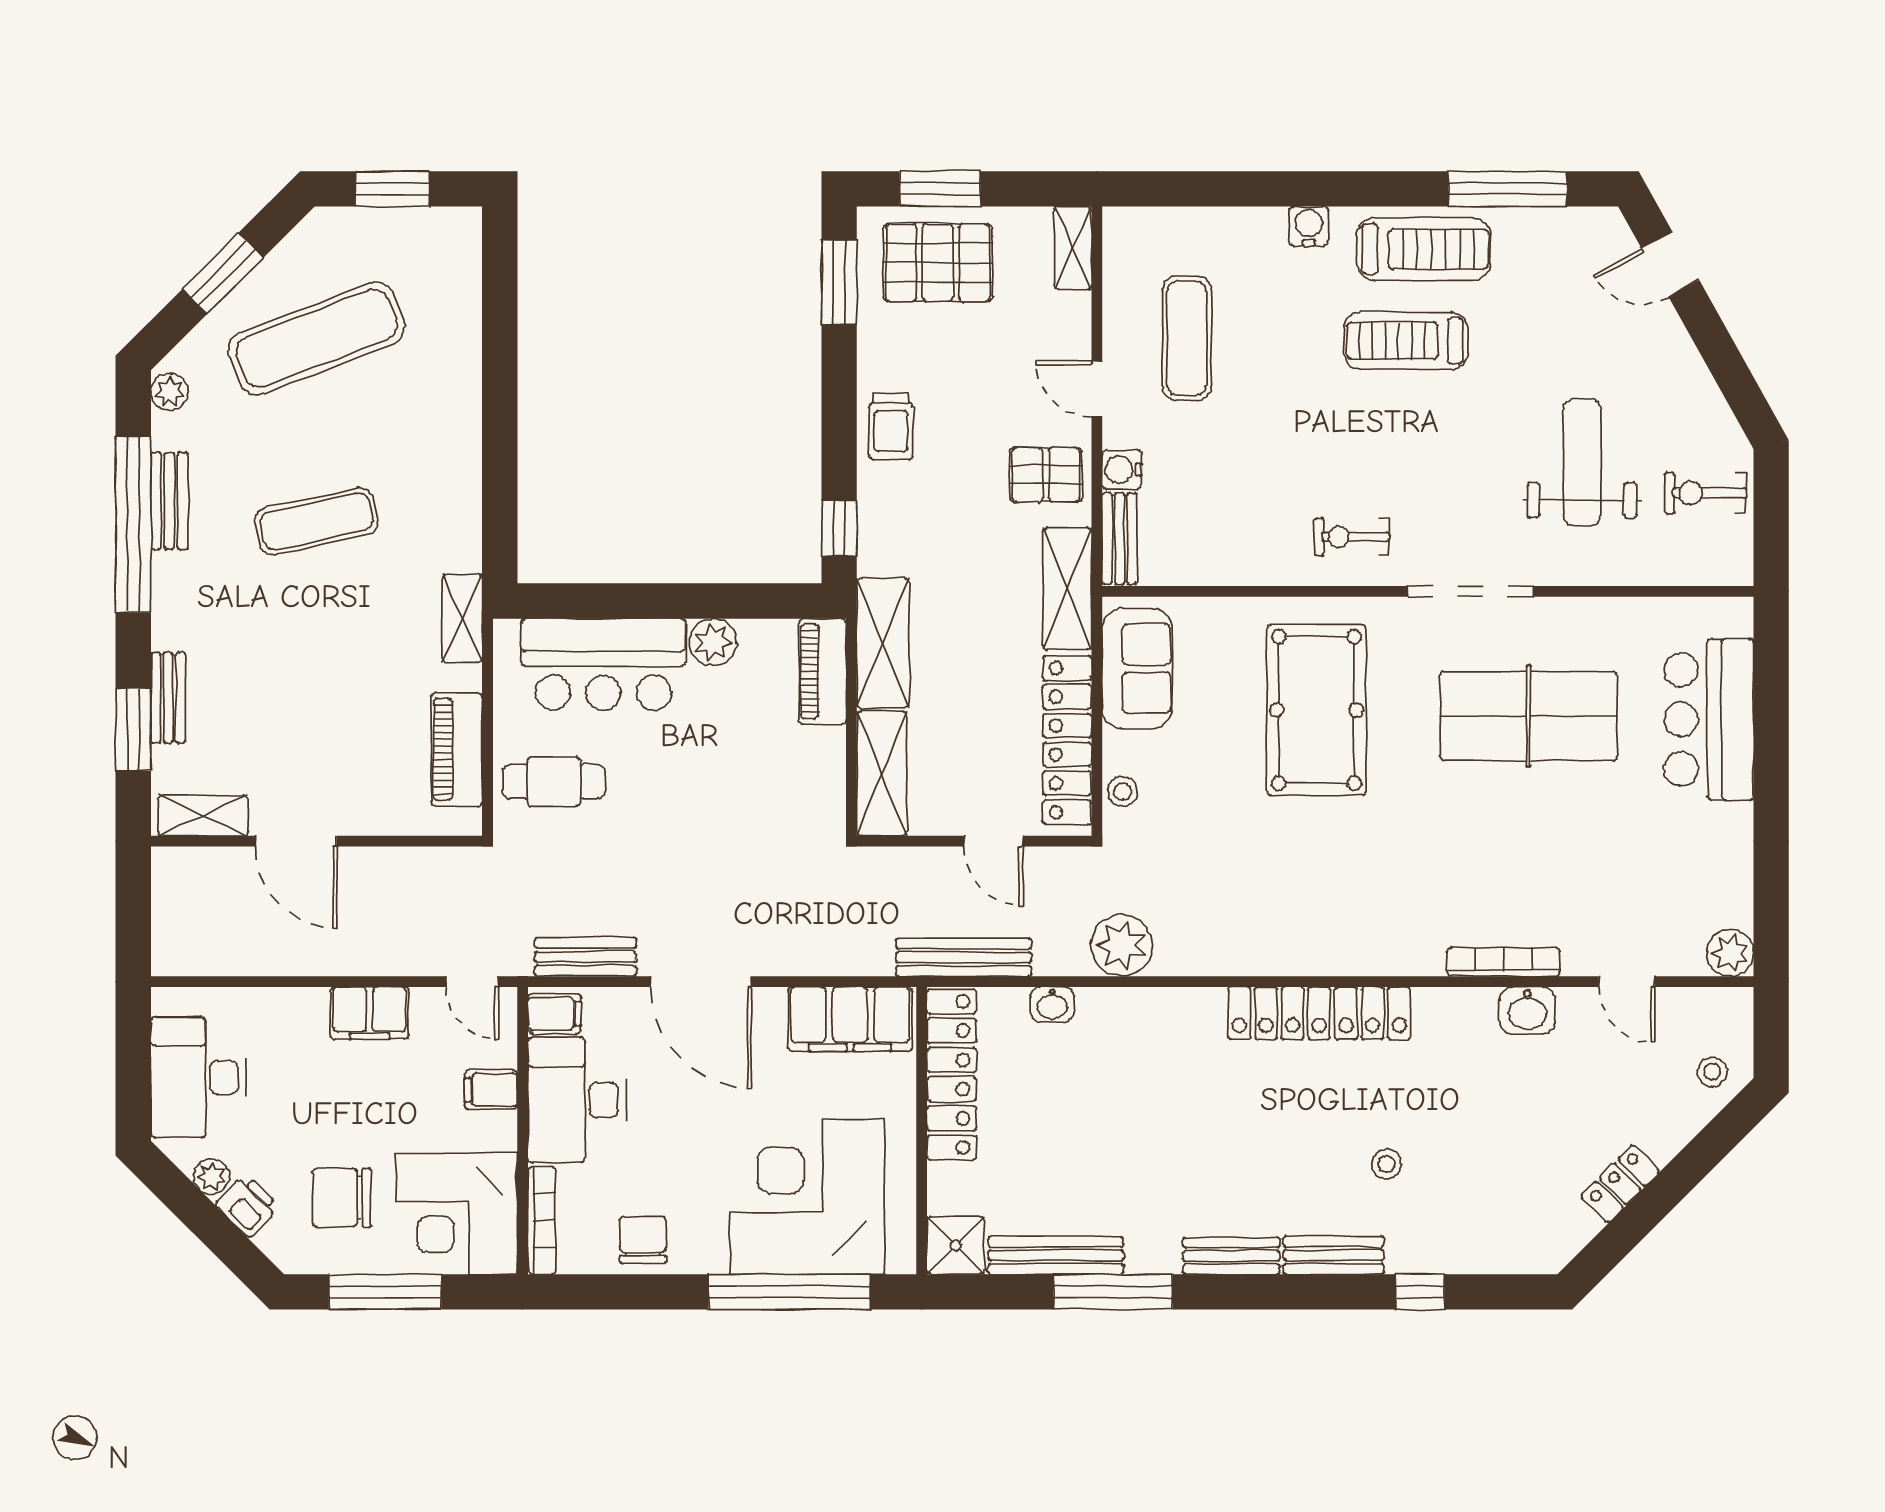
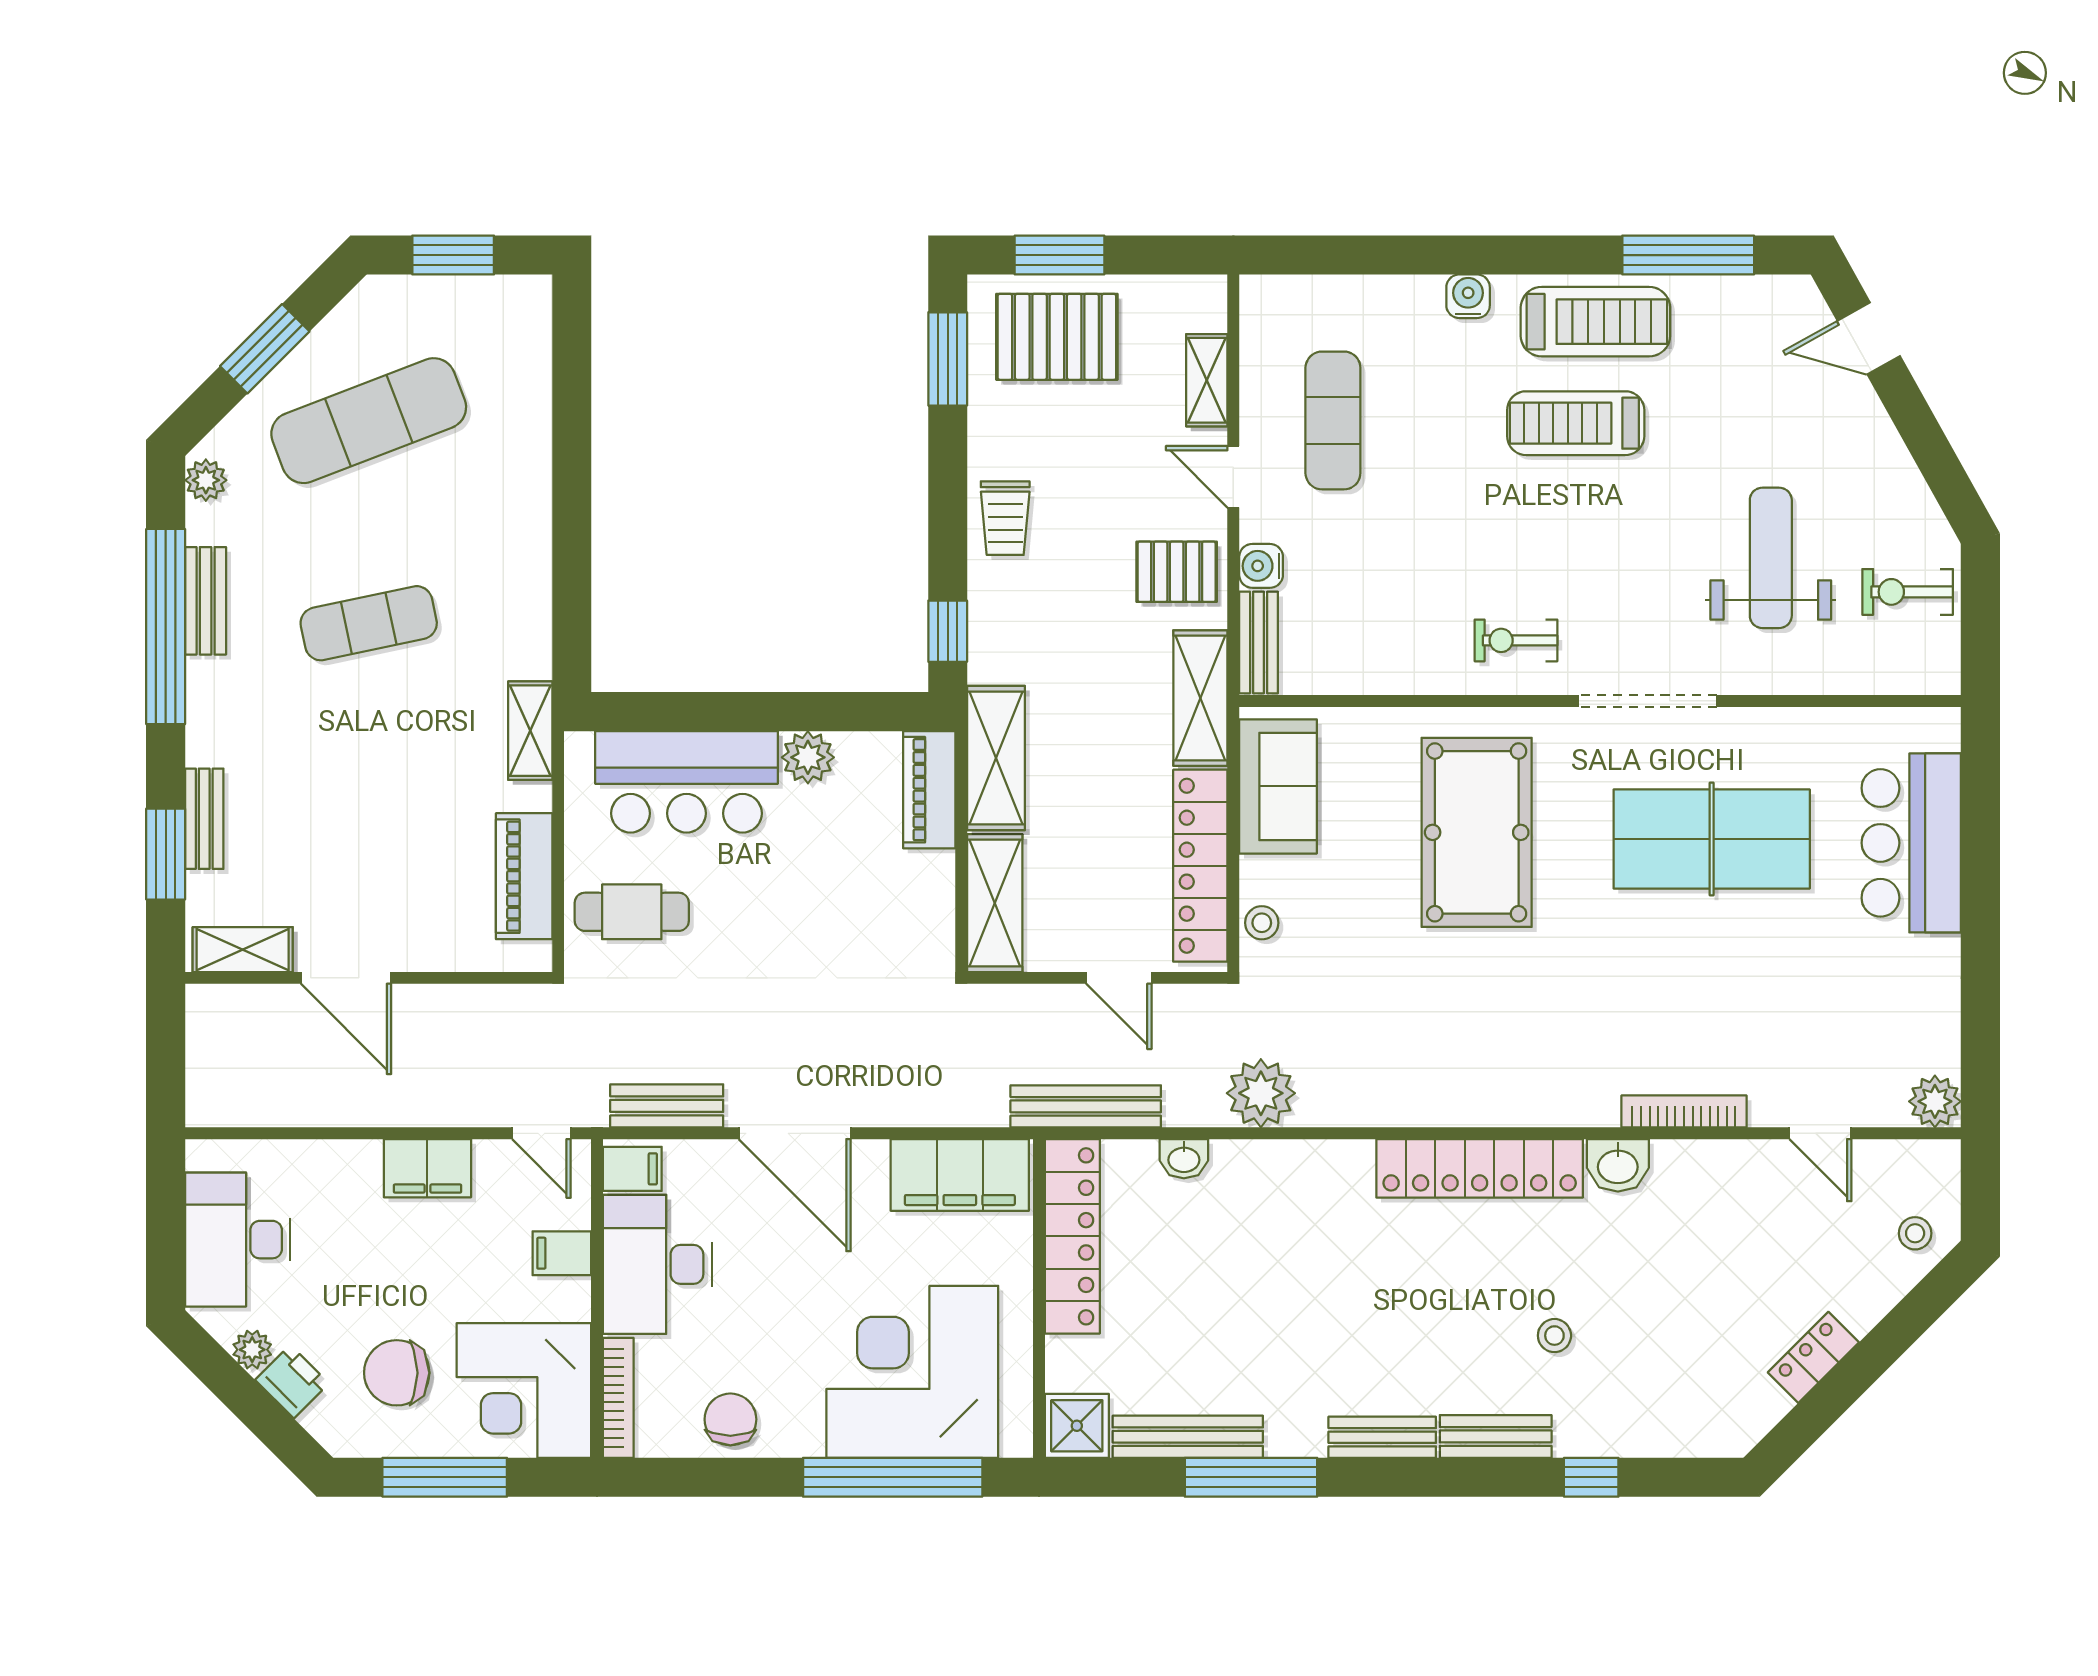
shelving: (1073, 248) -> (1207, 380), moved
washbasin: (1527, 1010) -> (1618, 1165), moved

